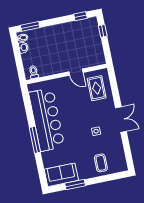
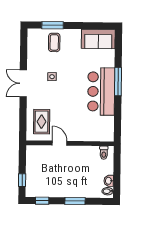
window: (30, 26) -> (75, 201), moved
bar counter: (47, 120) -> (101, 91), width x0.73
window: (75, 185) -> (53, 25), moved

